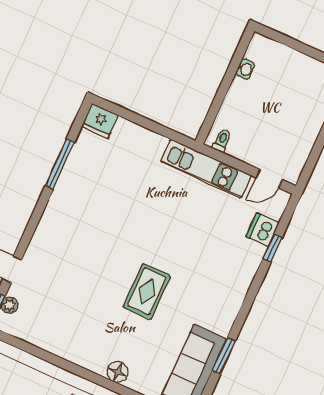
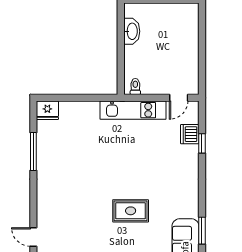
washbasin: (245, 69) -> (132, 31), width x1.91, depth x1.45
rug: (147, 291) -> (131, 211), turned 90

